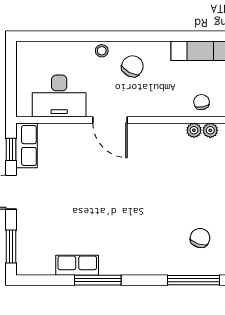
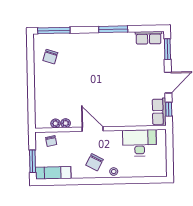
door: (110, 120) -> (93, 129), moved
plant: (210, 130) -> (66, 123), moved
row of seats: (77, 265) -> (149, 38), moved

